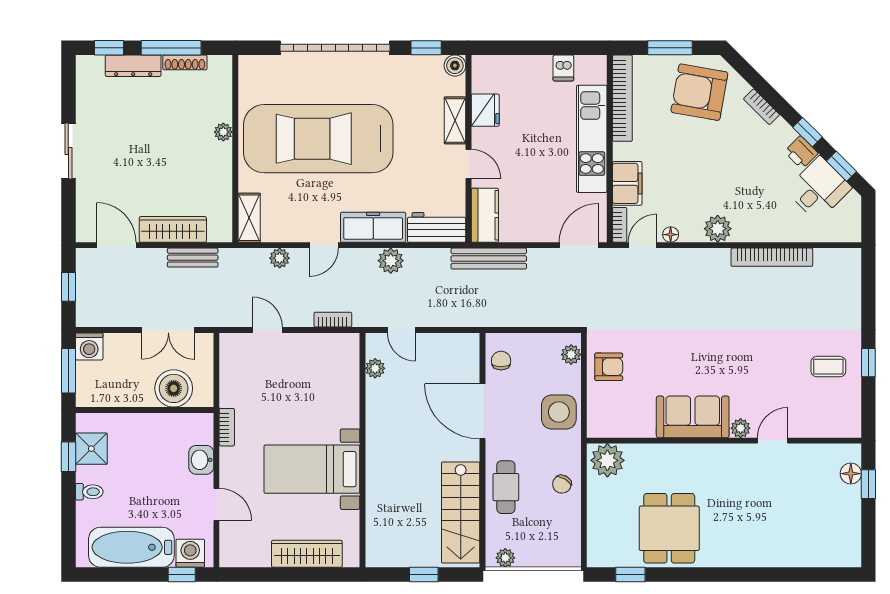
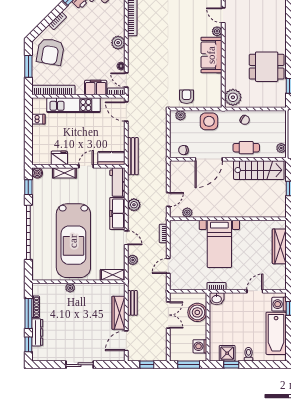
washing machine: (89, 346) -> (200, 346), moved, turned 180
washbasin: (201, 460) -> (217, 299), moved
bed with nightstands: (312, 469) -> (219, 244), moved

